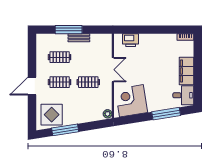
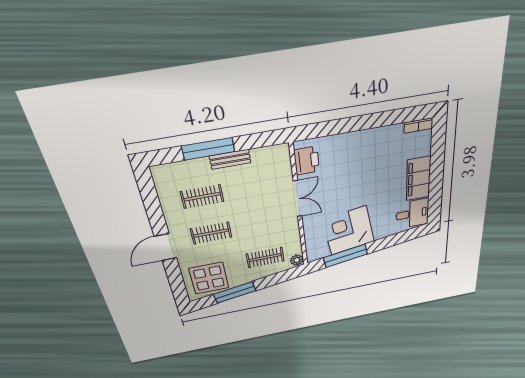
printer: (131, 40) -> (307, 161), moved, turned -90
clothes rail: (88, 82) -> (265, 257), moved
corner desk: (131, 101) -> (349, 231), moved
window: (166, 114) -> (345, 256), moved

